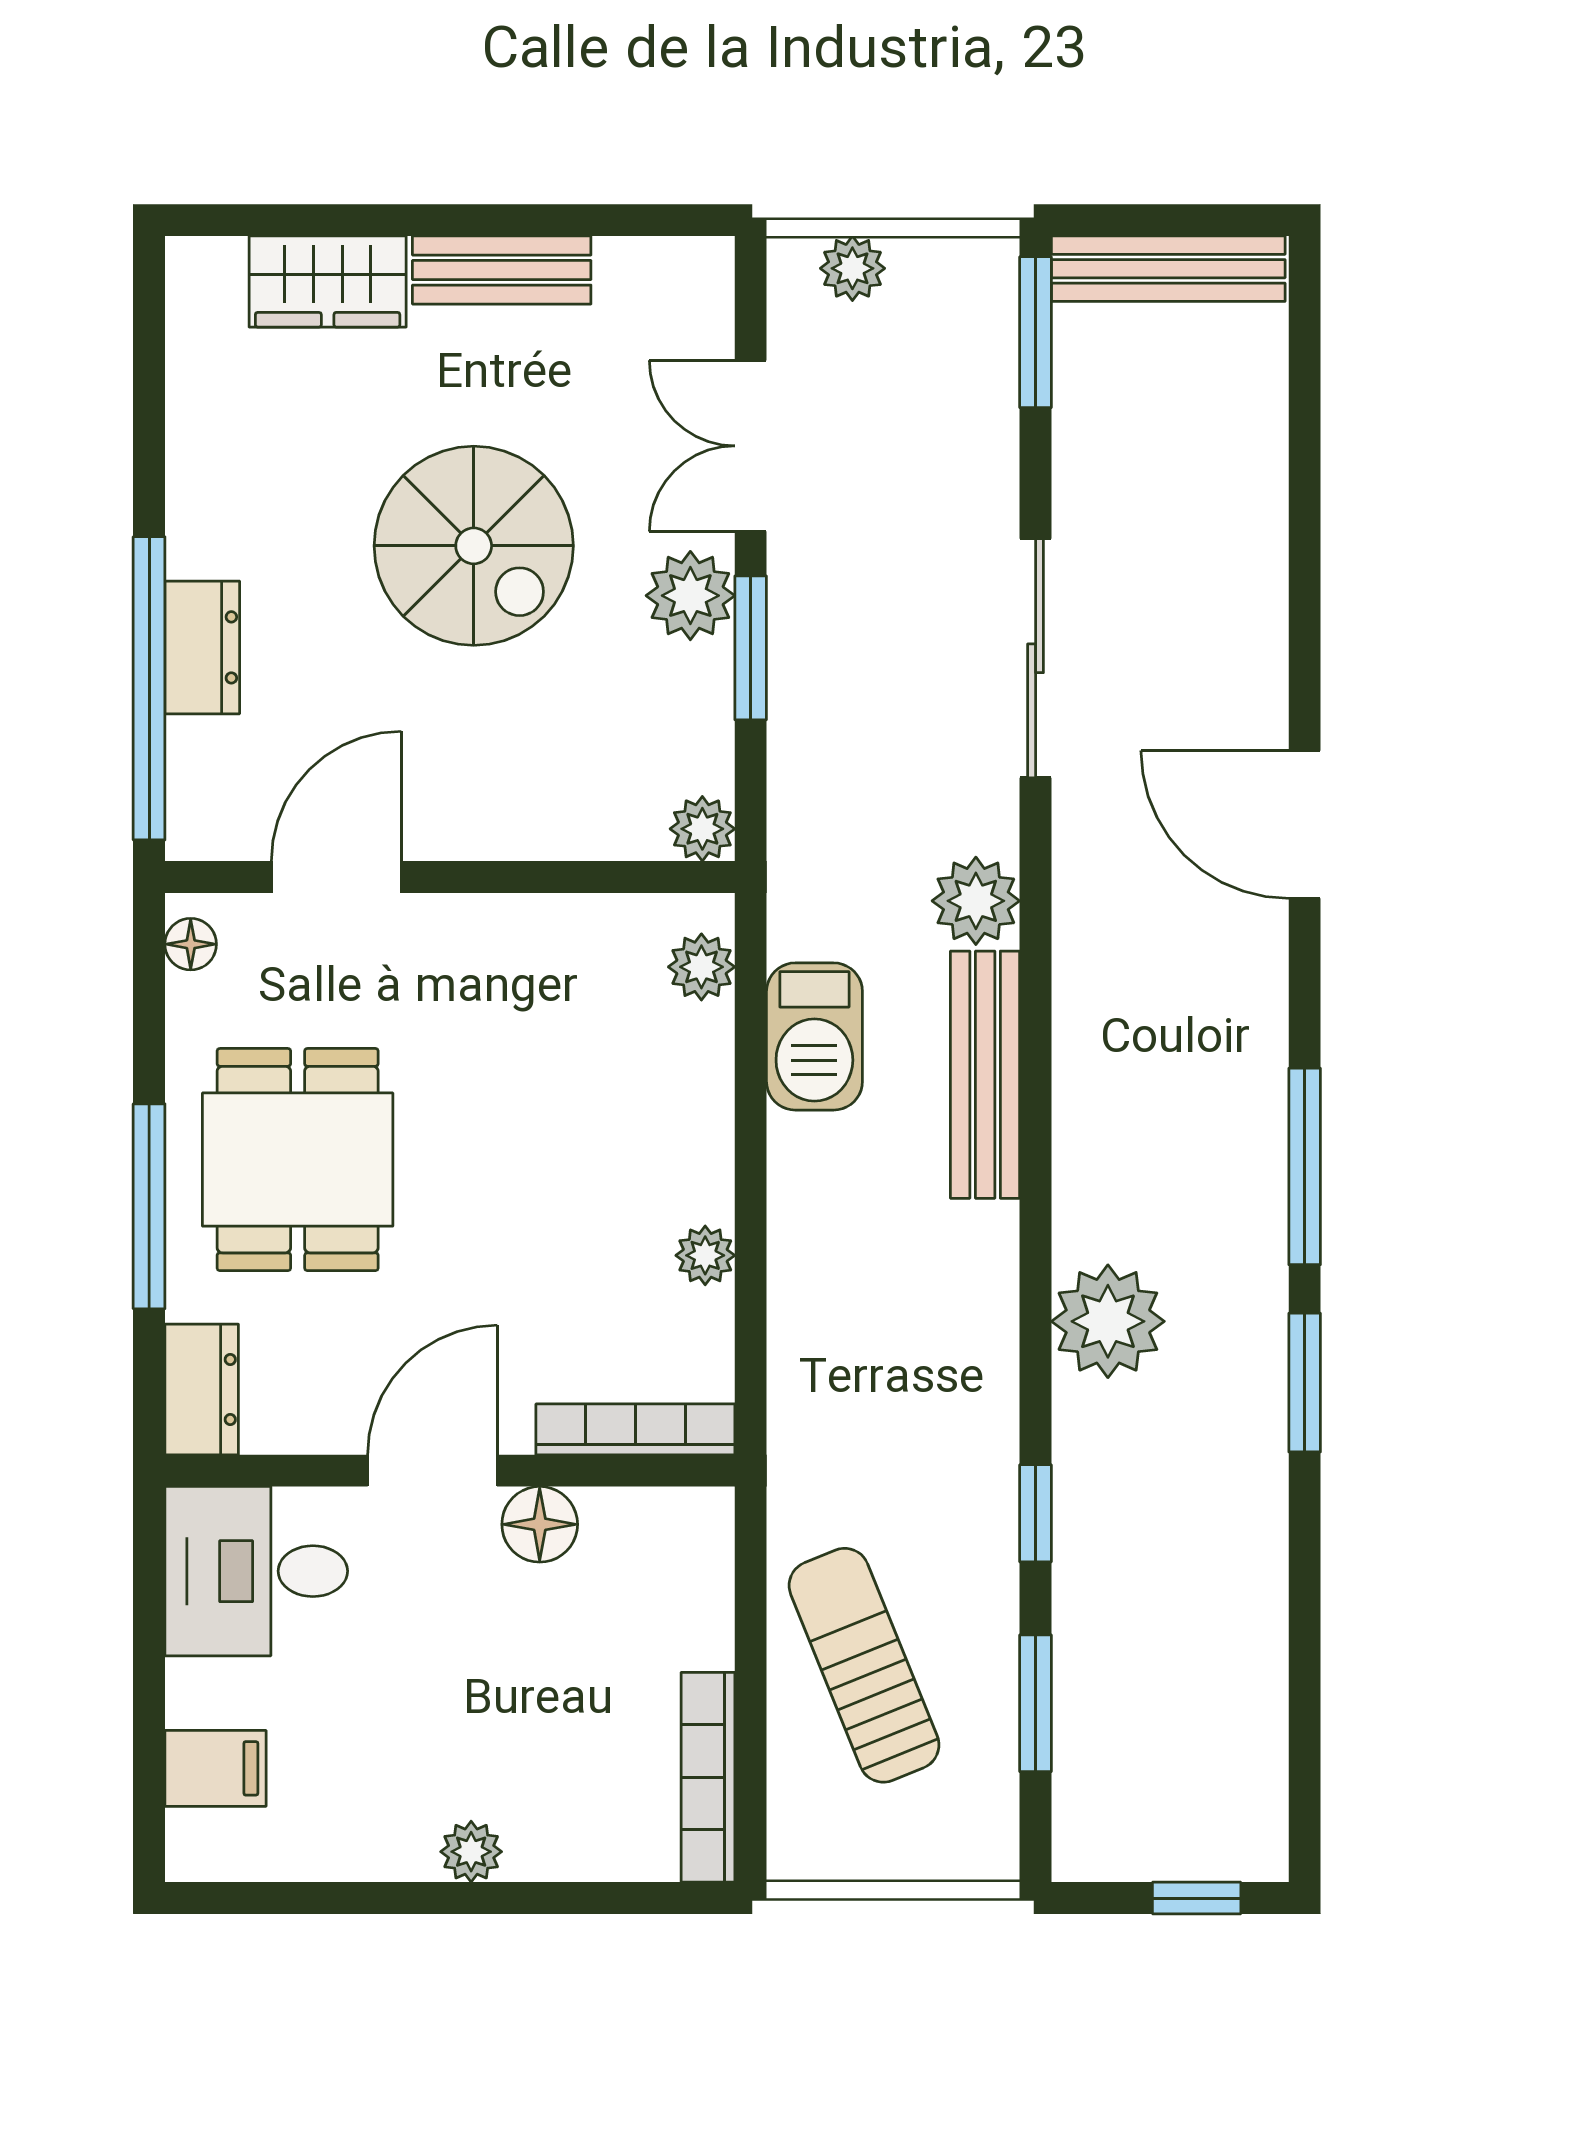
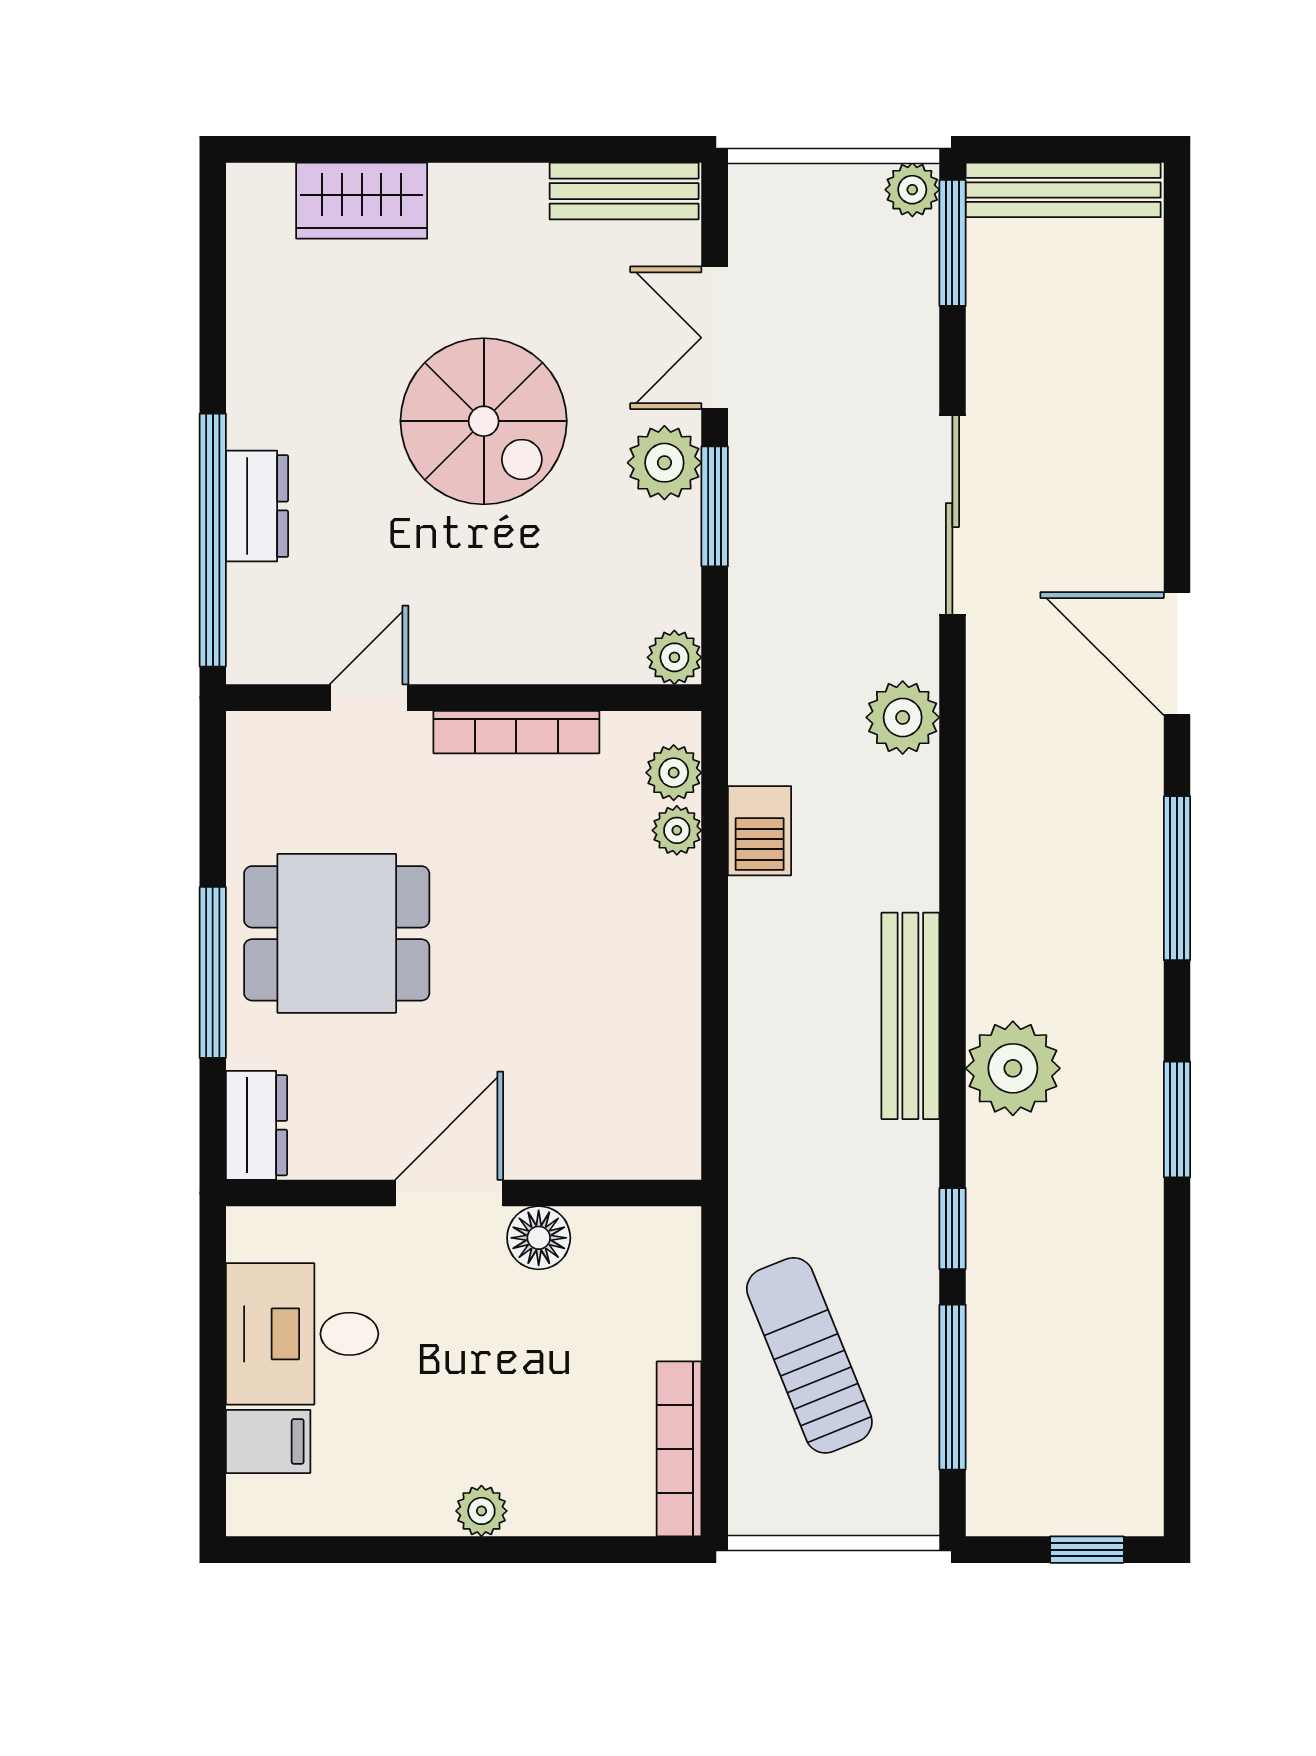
plant: (852, 268) -> (912, 190), moved
bench: (502, 270) -> (624, 191), moved
door: (336, 877) -> (369, 698), width x0.73
floor lamp: (191, 944) -> (247, 754), removed
barbecue: (814, 1036) -> (760, 831), width x0.73, depth x0.79
bench: (985, 1075) -> (910, 1016), moved
dining table: (298, 1160) -> (337, 933), turned 90
window: (1305, 1166) -> (1177, 878), moved
plant: (705, 1255) -> (677, 830), moved
bookcase: (635, 1429) -> (516, 732), moved, turned 180
desk: (256, 1571) -> (302, 1334), moved
window: (1036, 1703) -> (952, 1387), width x1.44

